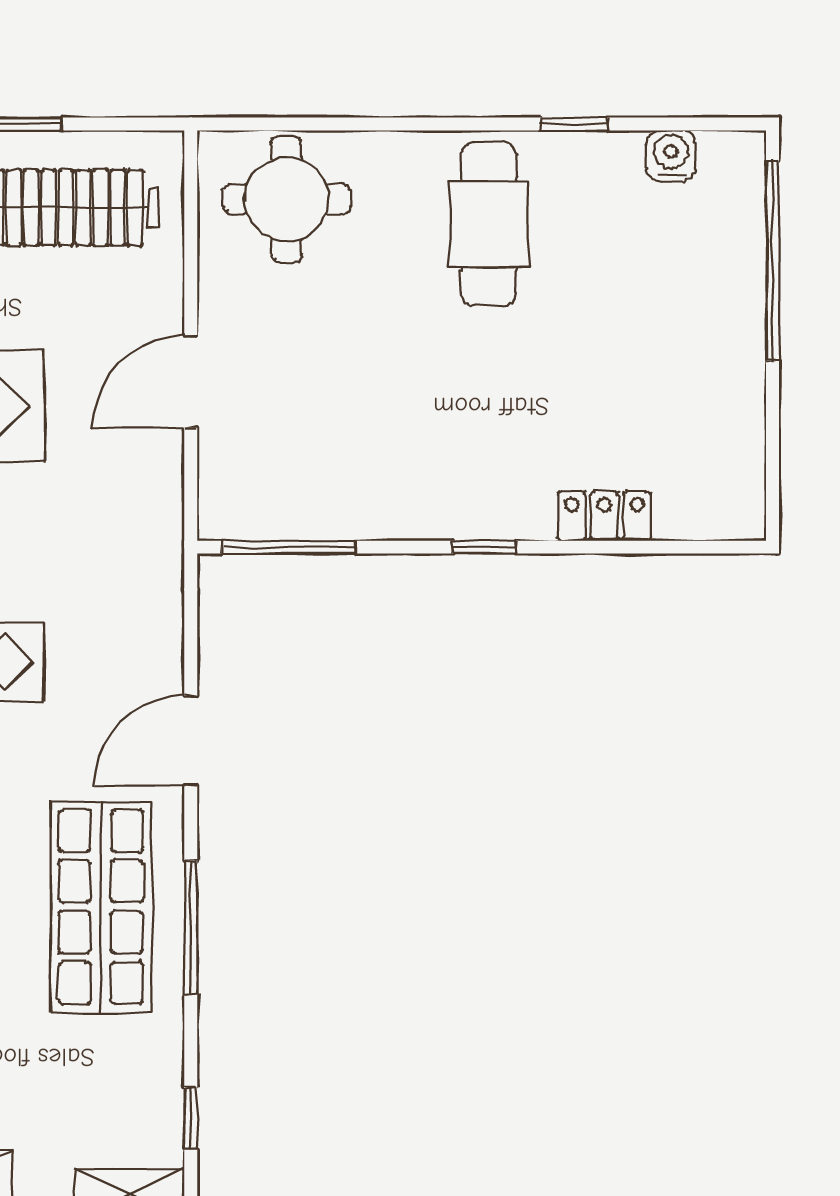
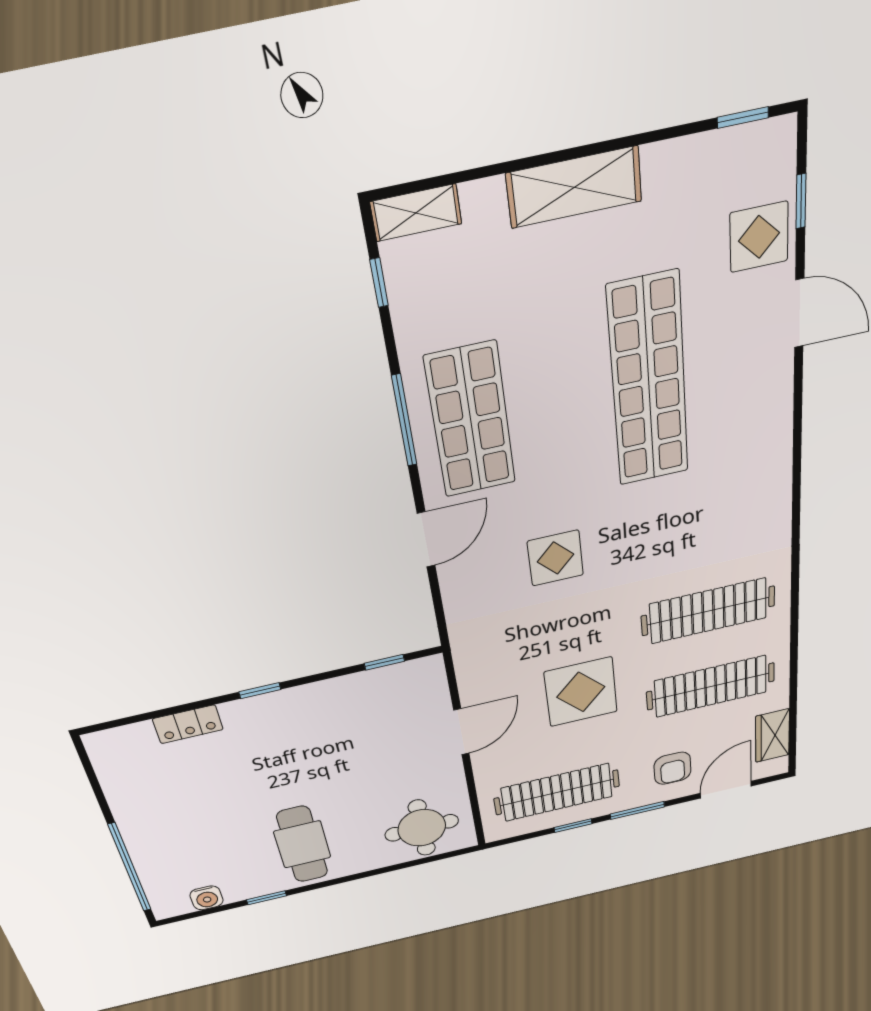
window: (288, 547) -> (384, 662), width x0.46

